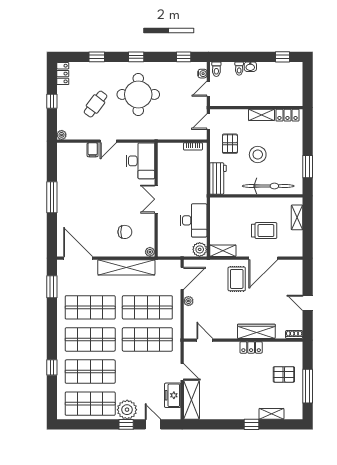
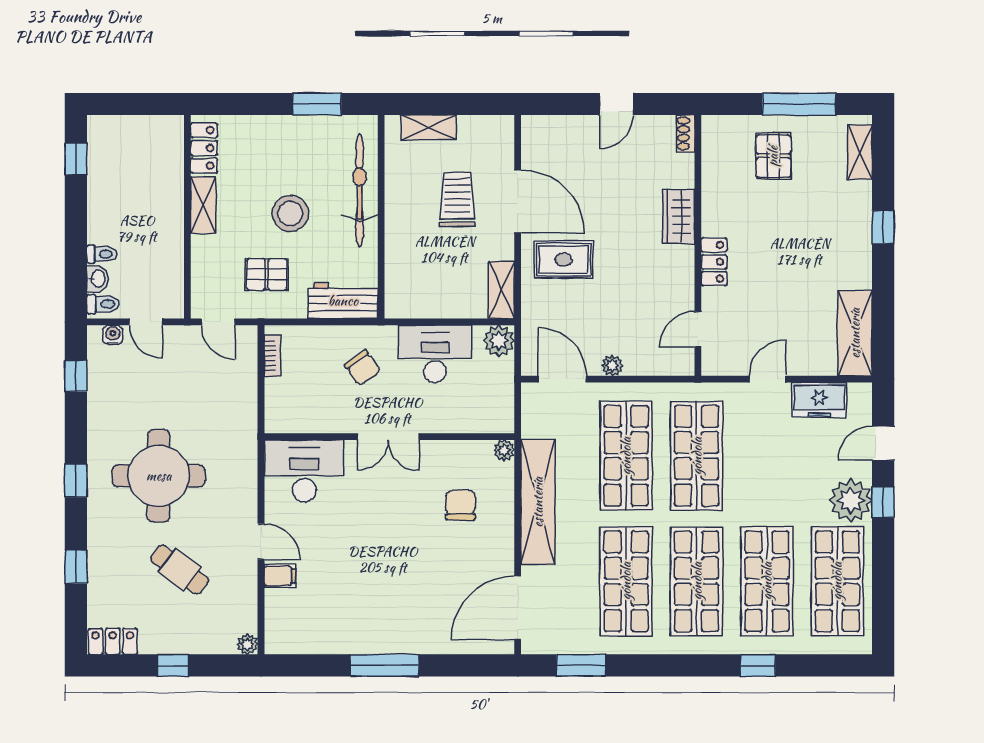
washbasin: (250, 67) -> (98, 279), moved
chair: (187, 187) -> (363, 368), added
wardrobe: (256, 331) -> (679, 216), width x0.67
locker: (251, 347) -> (714, 262), moved
shelving: (191, 400) -> (855, 333), moved, turned 90
shelving: (271, 414) -> (860, 152), moved

